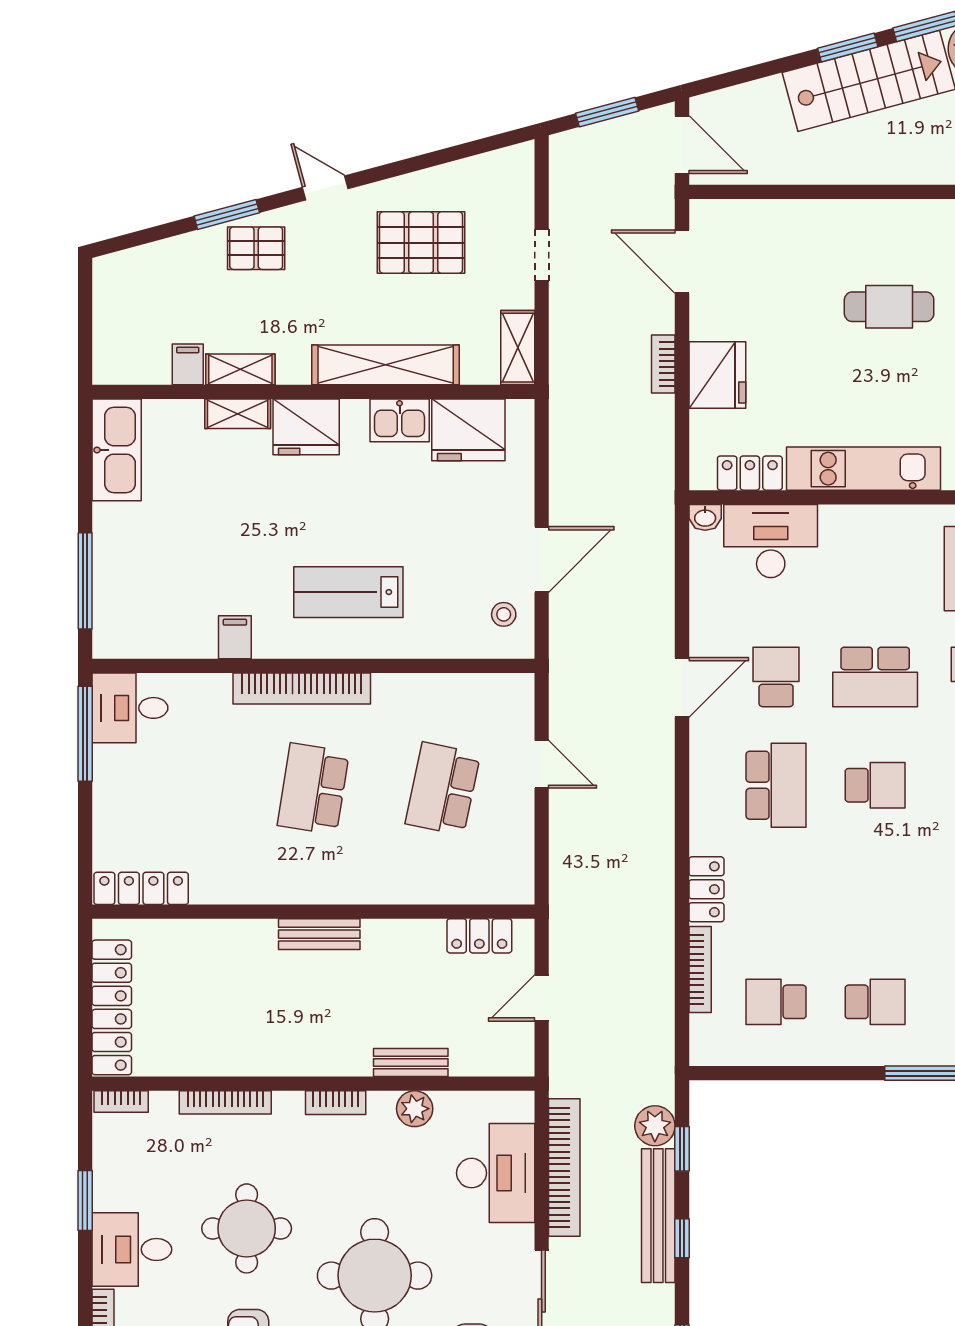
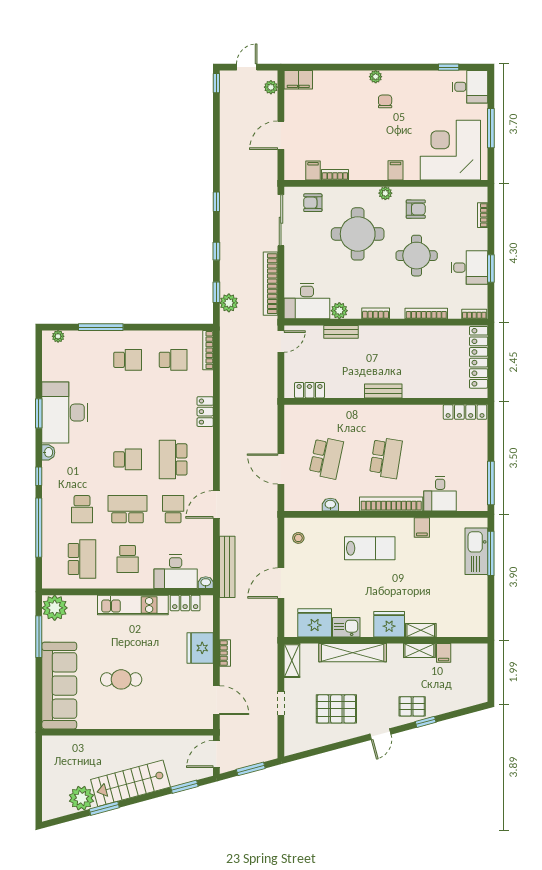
window: (848, 47) -> (184, 787), moved
door: (682, 145) -> (216, 754), hinge flipped
door: (325, 188) -> (380, 734), hinge flipped
window: (227, 214) -> (426, 722), width x0.67
kitchen sink: (117, 450) -> (476, 551), moved
door: (542, 559) -> (281, 583), moved
school desk: (875, 569) -> (128, 559), added
school desk: (776, 677) -> (173, 509), turned 180
washbasin: (434, 687) -> (330, 505), added
desk: (130, 708) -> (440, 494), moved, turned 90
door: (542, 764) -> (281, 469), width x1.38
school desk: (875, 785) -> (128, 459), turned 180
bookcase: (700, 969) -> (208, 350), moved
door: (542, 998) -> (281, 342), moved
school desk: (875, 1002) -> (128, 360), turned 180
desk: (496, 1173) -> (307, 301), moved, turned -90
bench: (658, 1216) -> (227, 567), moved
desk: (132, 1249) -> (469, 268), moved

